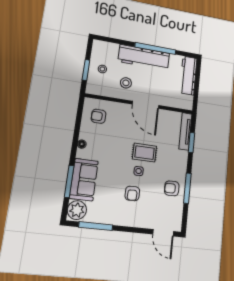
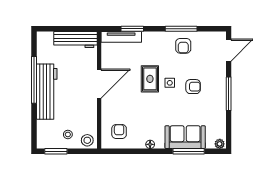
window: (86, 70) -> (56, 151), moved
workbench: (188, 75) -> (76, 40), moved
stool: (126, 83) -> (87, 140), moved
armchair: (99, 116) -> (119, 132), turned 180
plant: (77, 210) -> (220, 144), width x0.53, depth x0.53
window: (96, 226) -> (229, 94), moved

